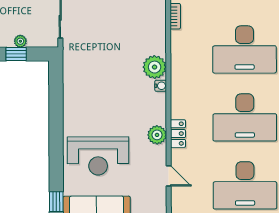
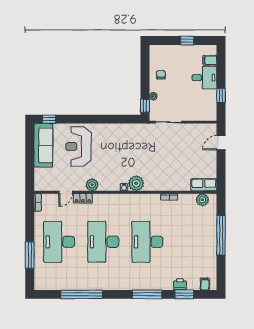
window: (16, 54) -> (145, 106), moved
locker: (178, 134) -> (83, 198), moved

